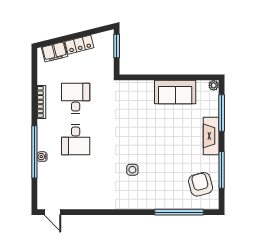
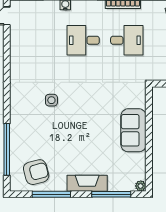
sofa: (175, 92) -> (133, 130), moved

